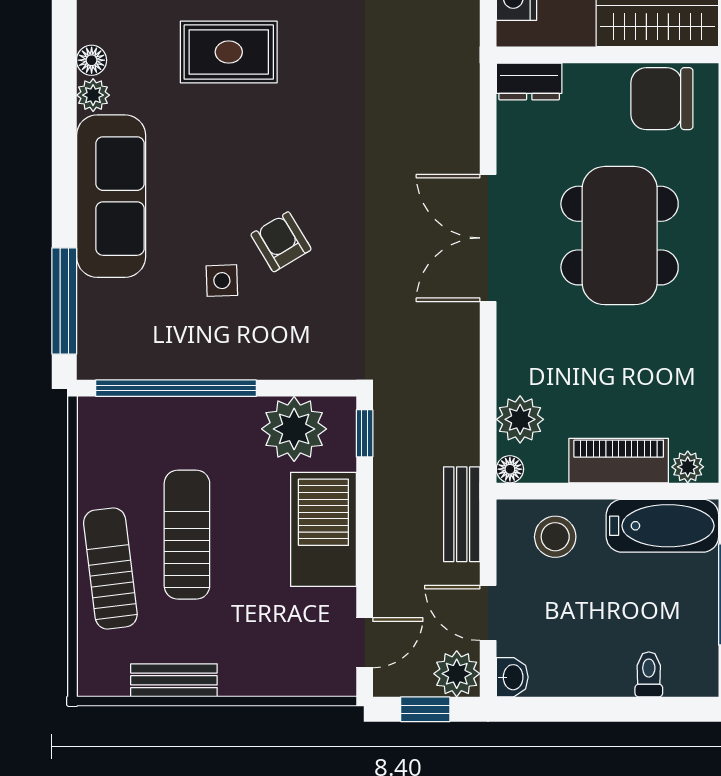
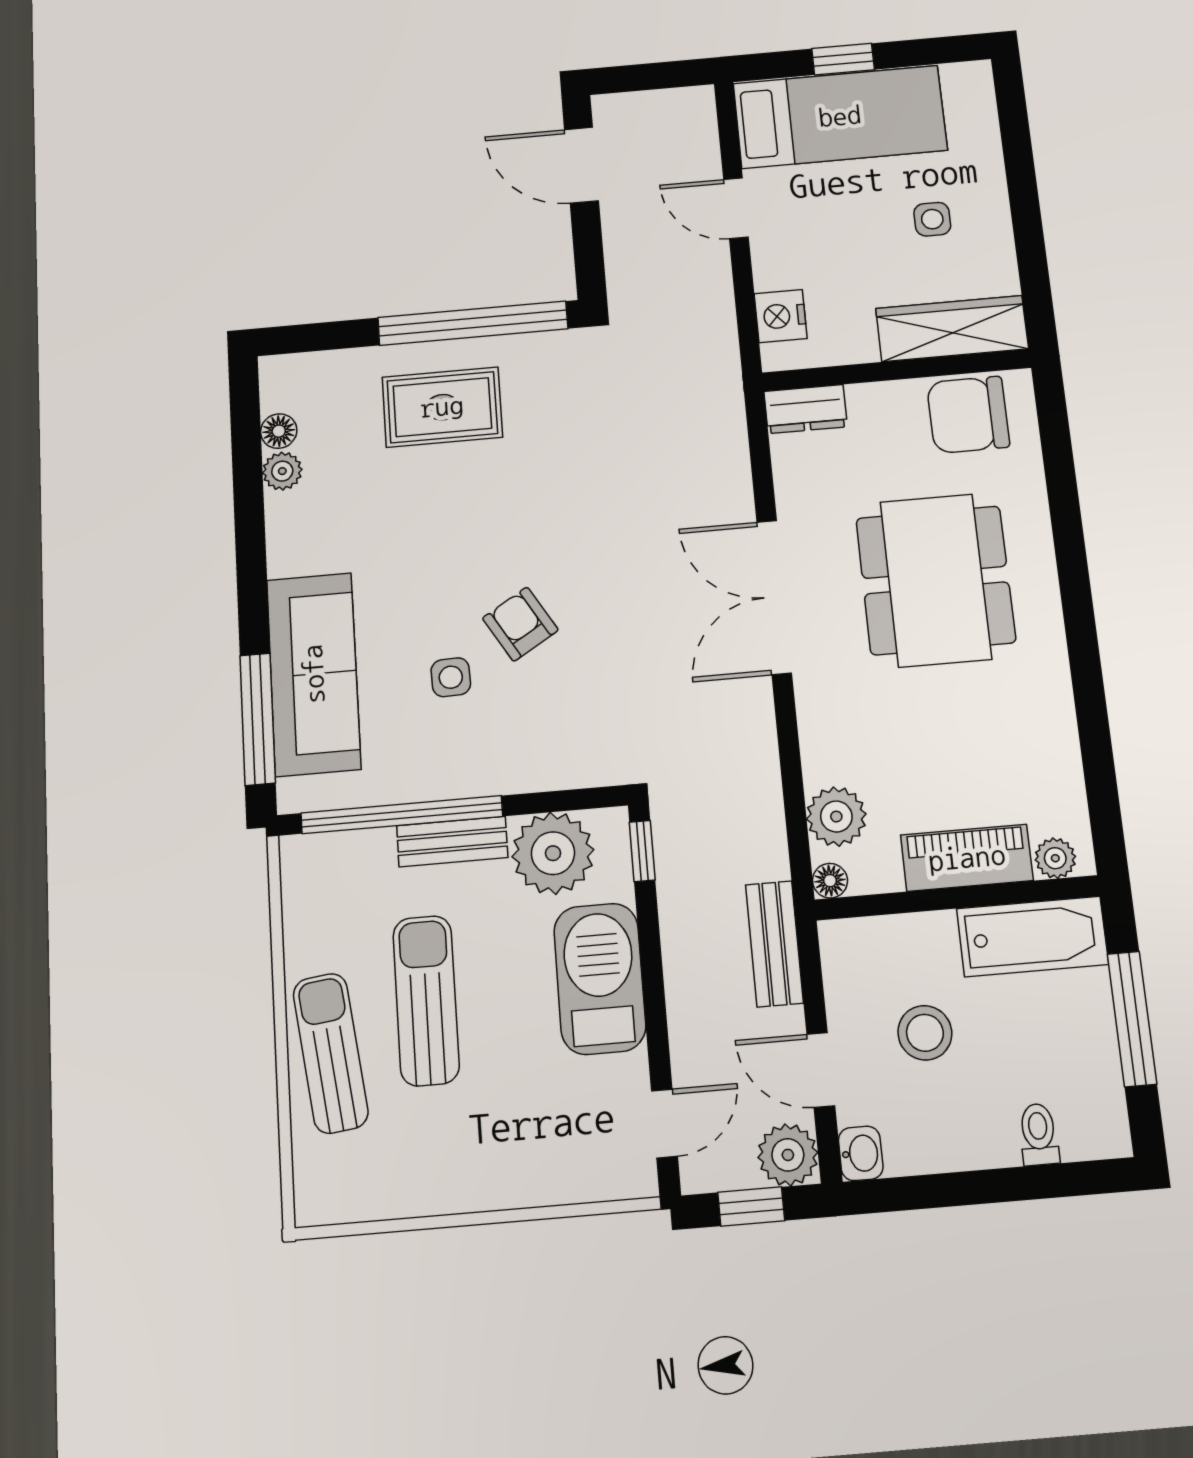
sofa: (111, 196) -> (314, 674), moved
stool: (555, 537) -> (925, 1033), moved
bench: (174, 680) -> (452, 842), moved

